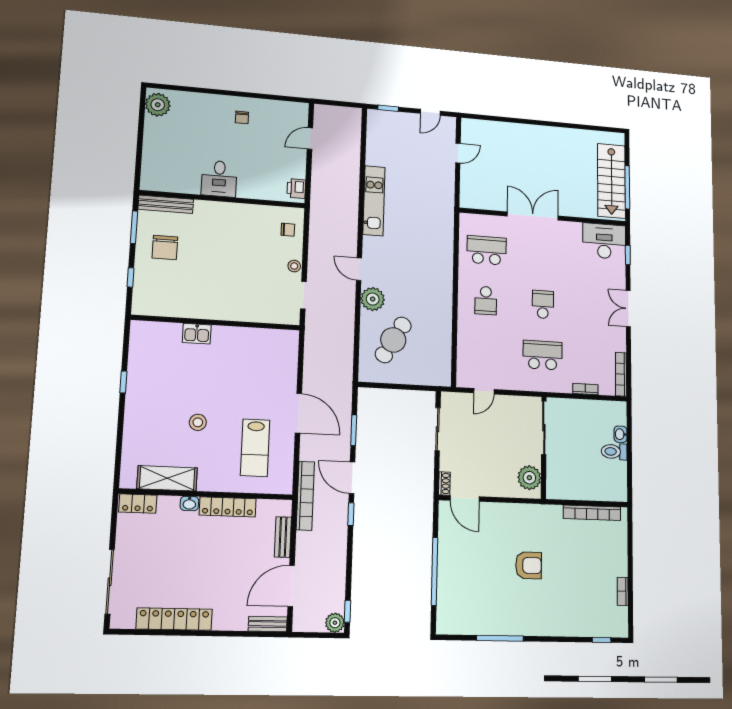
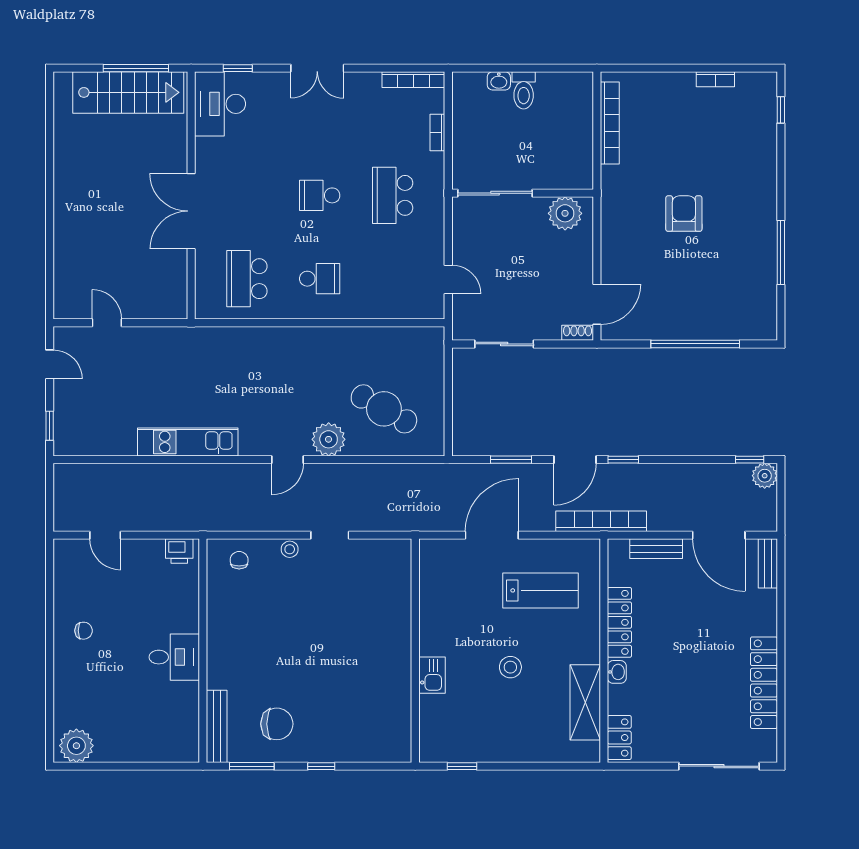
wall: (216, 323) -> (415, 651), moved
kitchen sink: (197, 334) -> (432, 675), moved

